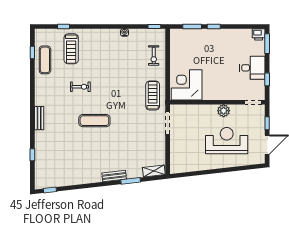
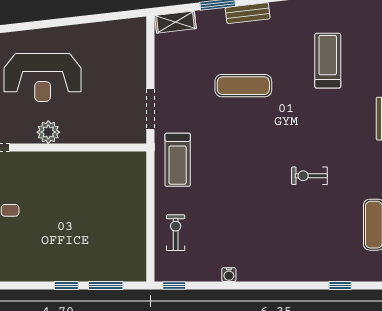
treadmill: (71, 49) -> (328, 61), moved
corner desk: (187, 85) -> (116, 179), removed
exercise mat: (94, 121) -> (243, 86), moved

